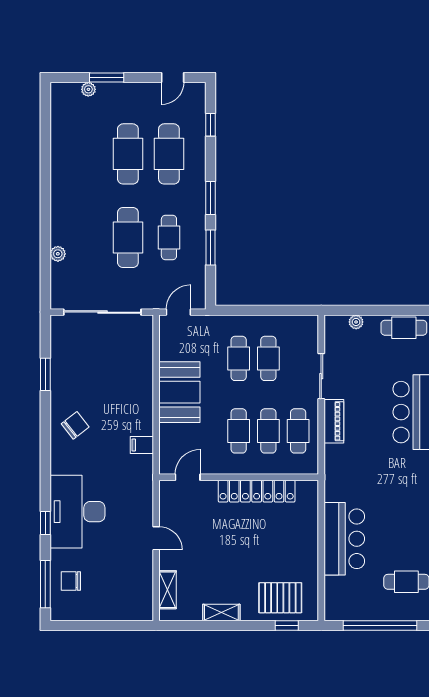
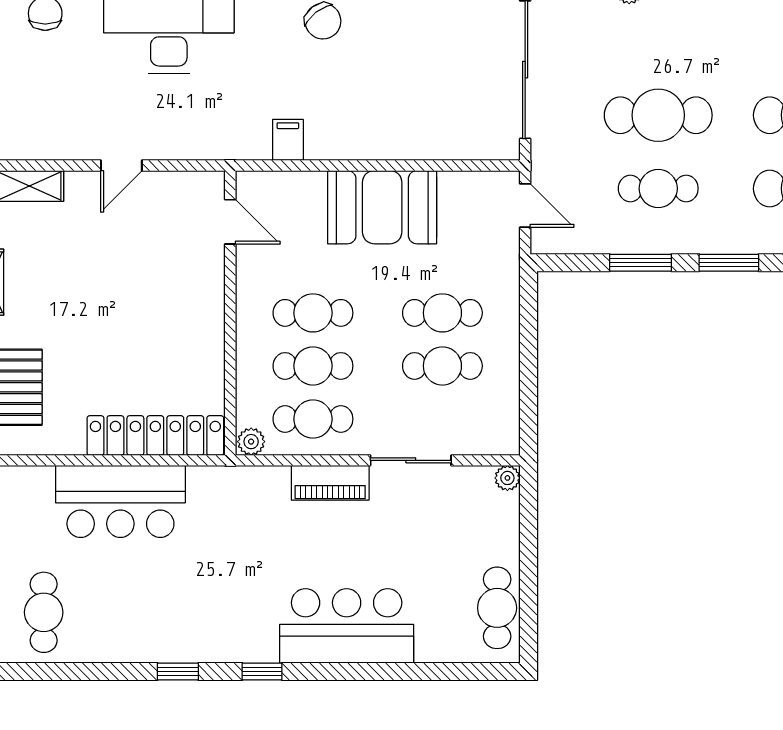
plant: (356, 322) -> (507, 478), moved
plant: (311, 466) -> (251, 442), added
locker: (257, 491) -> (155, 436), moved, turned 90

